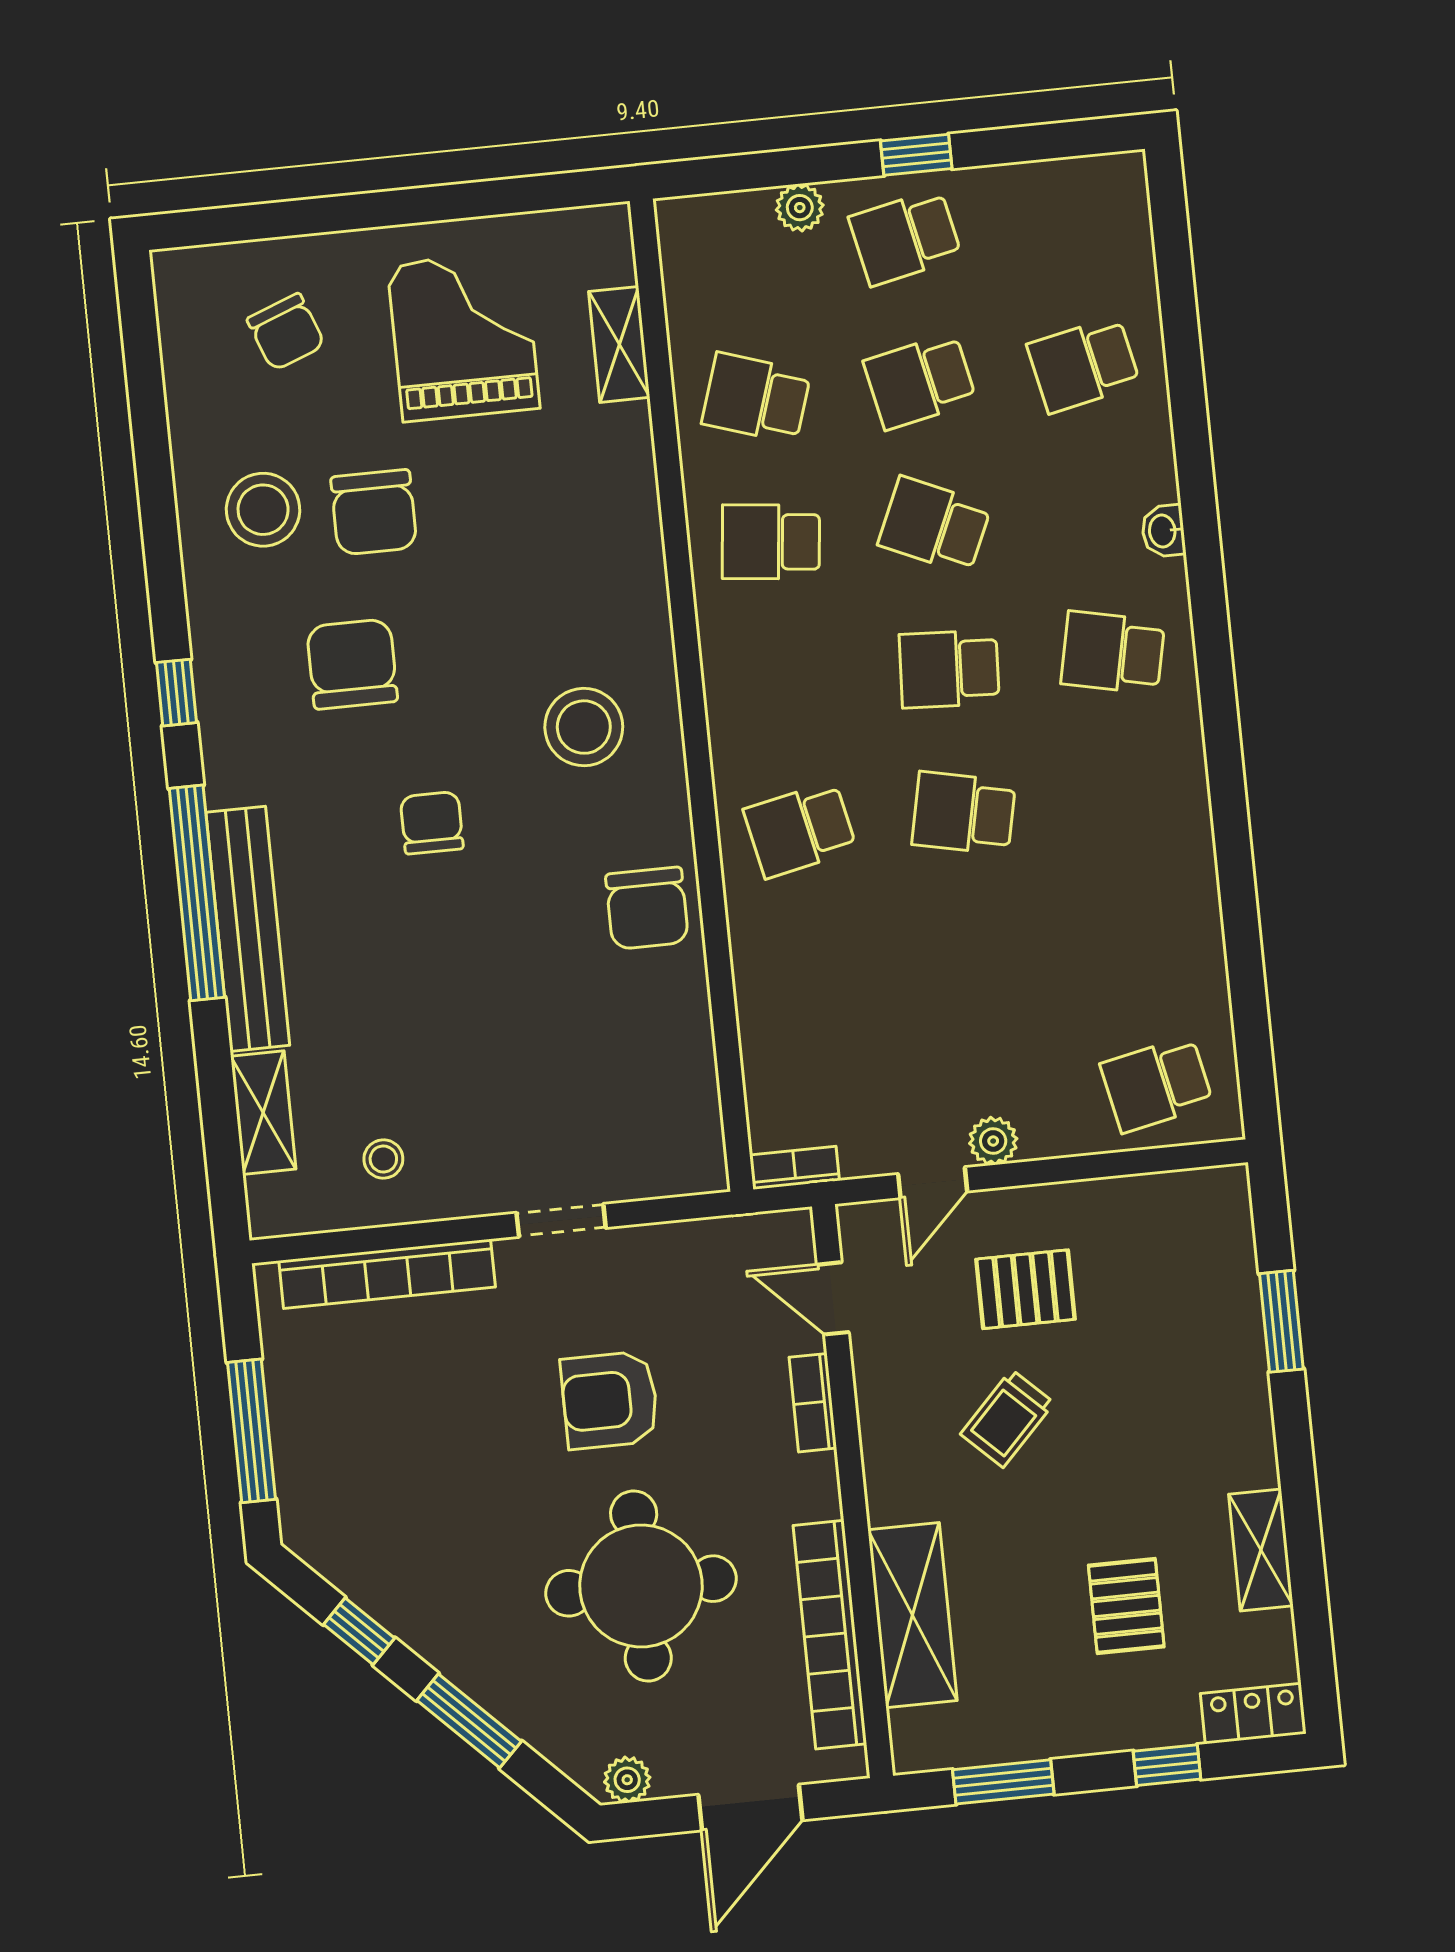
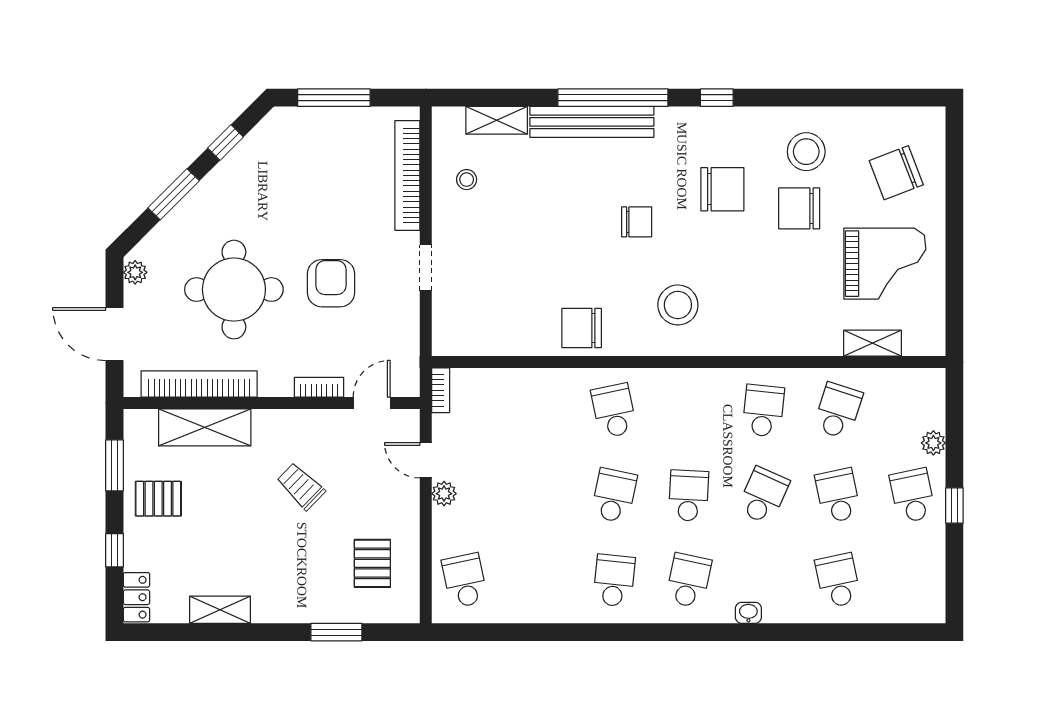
chair: (286, 332) -> (896, 173), width x1.37, depth x1.37
school desk: (1127, 796) -> (614, 580), added
pallet: (1025, 1289) -> (372, 563), moved
pallet: (1126, 1606) -> (158, 499), moved

